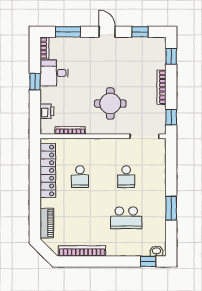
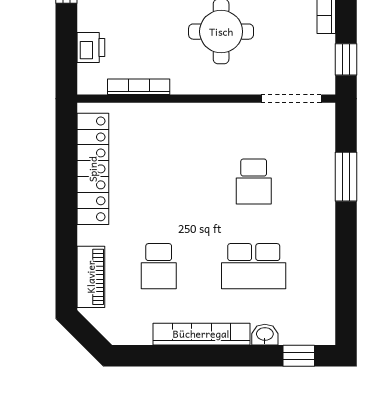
school desk: (80, 177) -> (159, 266), moved
window: (171, 208) -> (346, 177), moved
bookcase: (82, 251) -> (201, 334), moved
washbasin: (156, 251) -> (265, 335), moved

